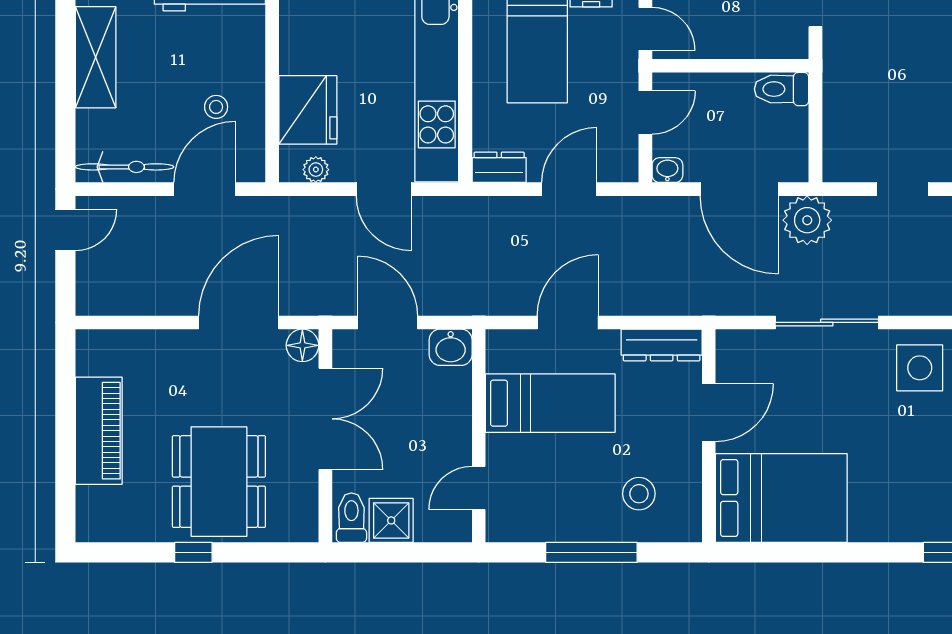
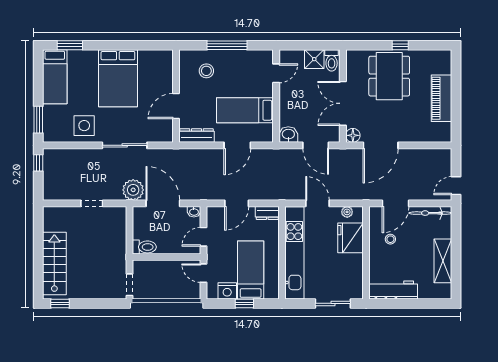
bed: (781, 498) -> (118, 78), moved, turned -90

